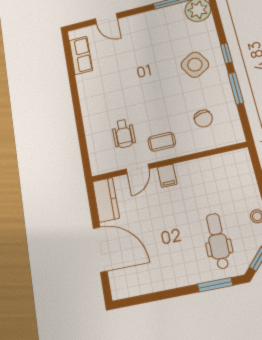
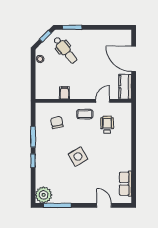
side table: (195, 65) -> (78, 157), moved
filing cabinet: (167, 176) -> (64, 93), moved
dental chair: (218, 241) -> (65, 50), turned -40

